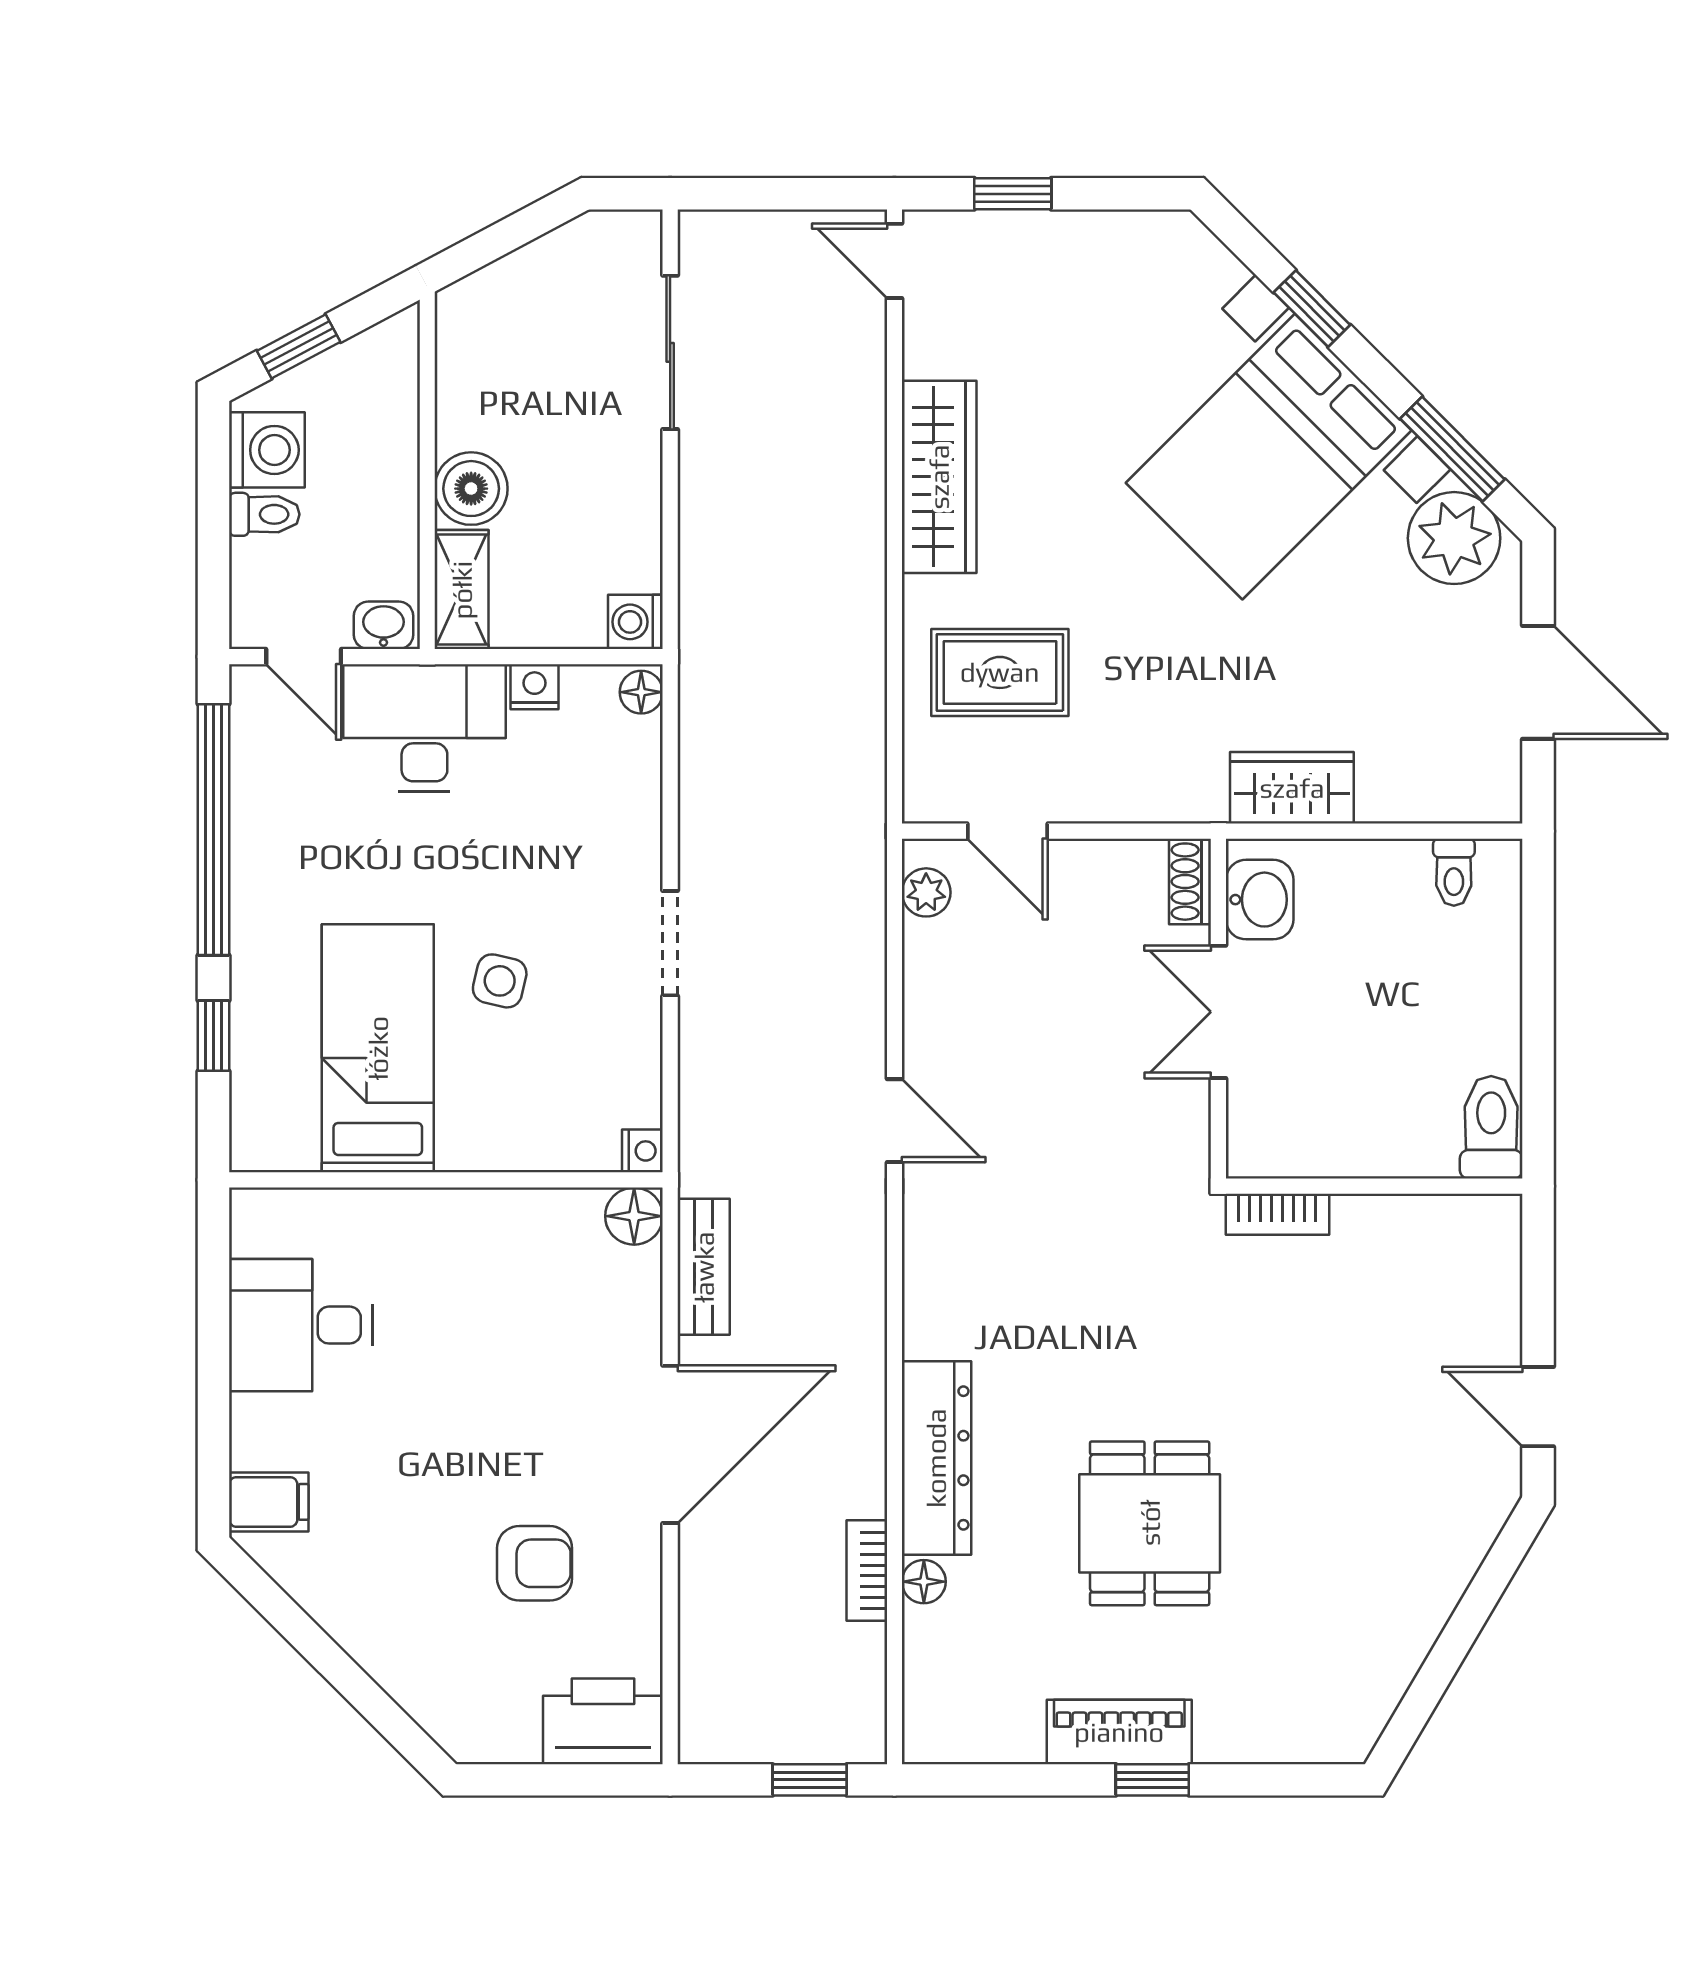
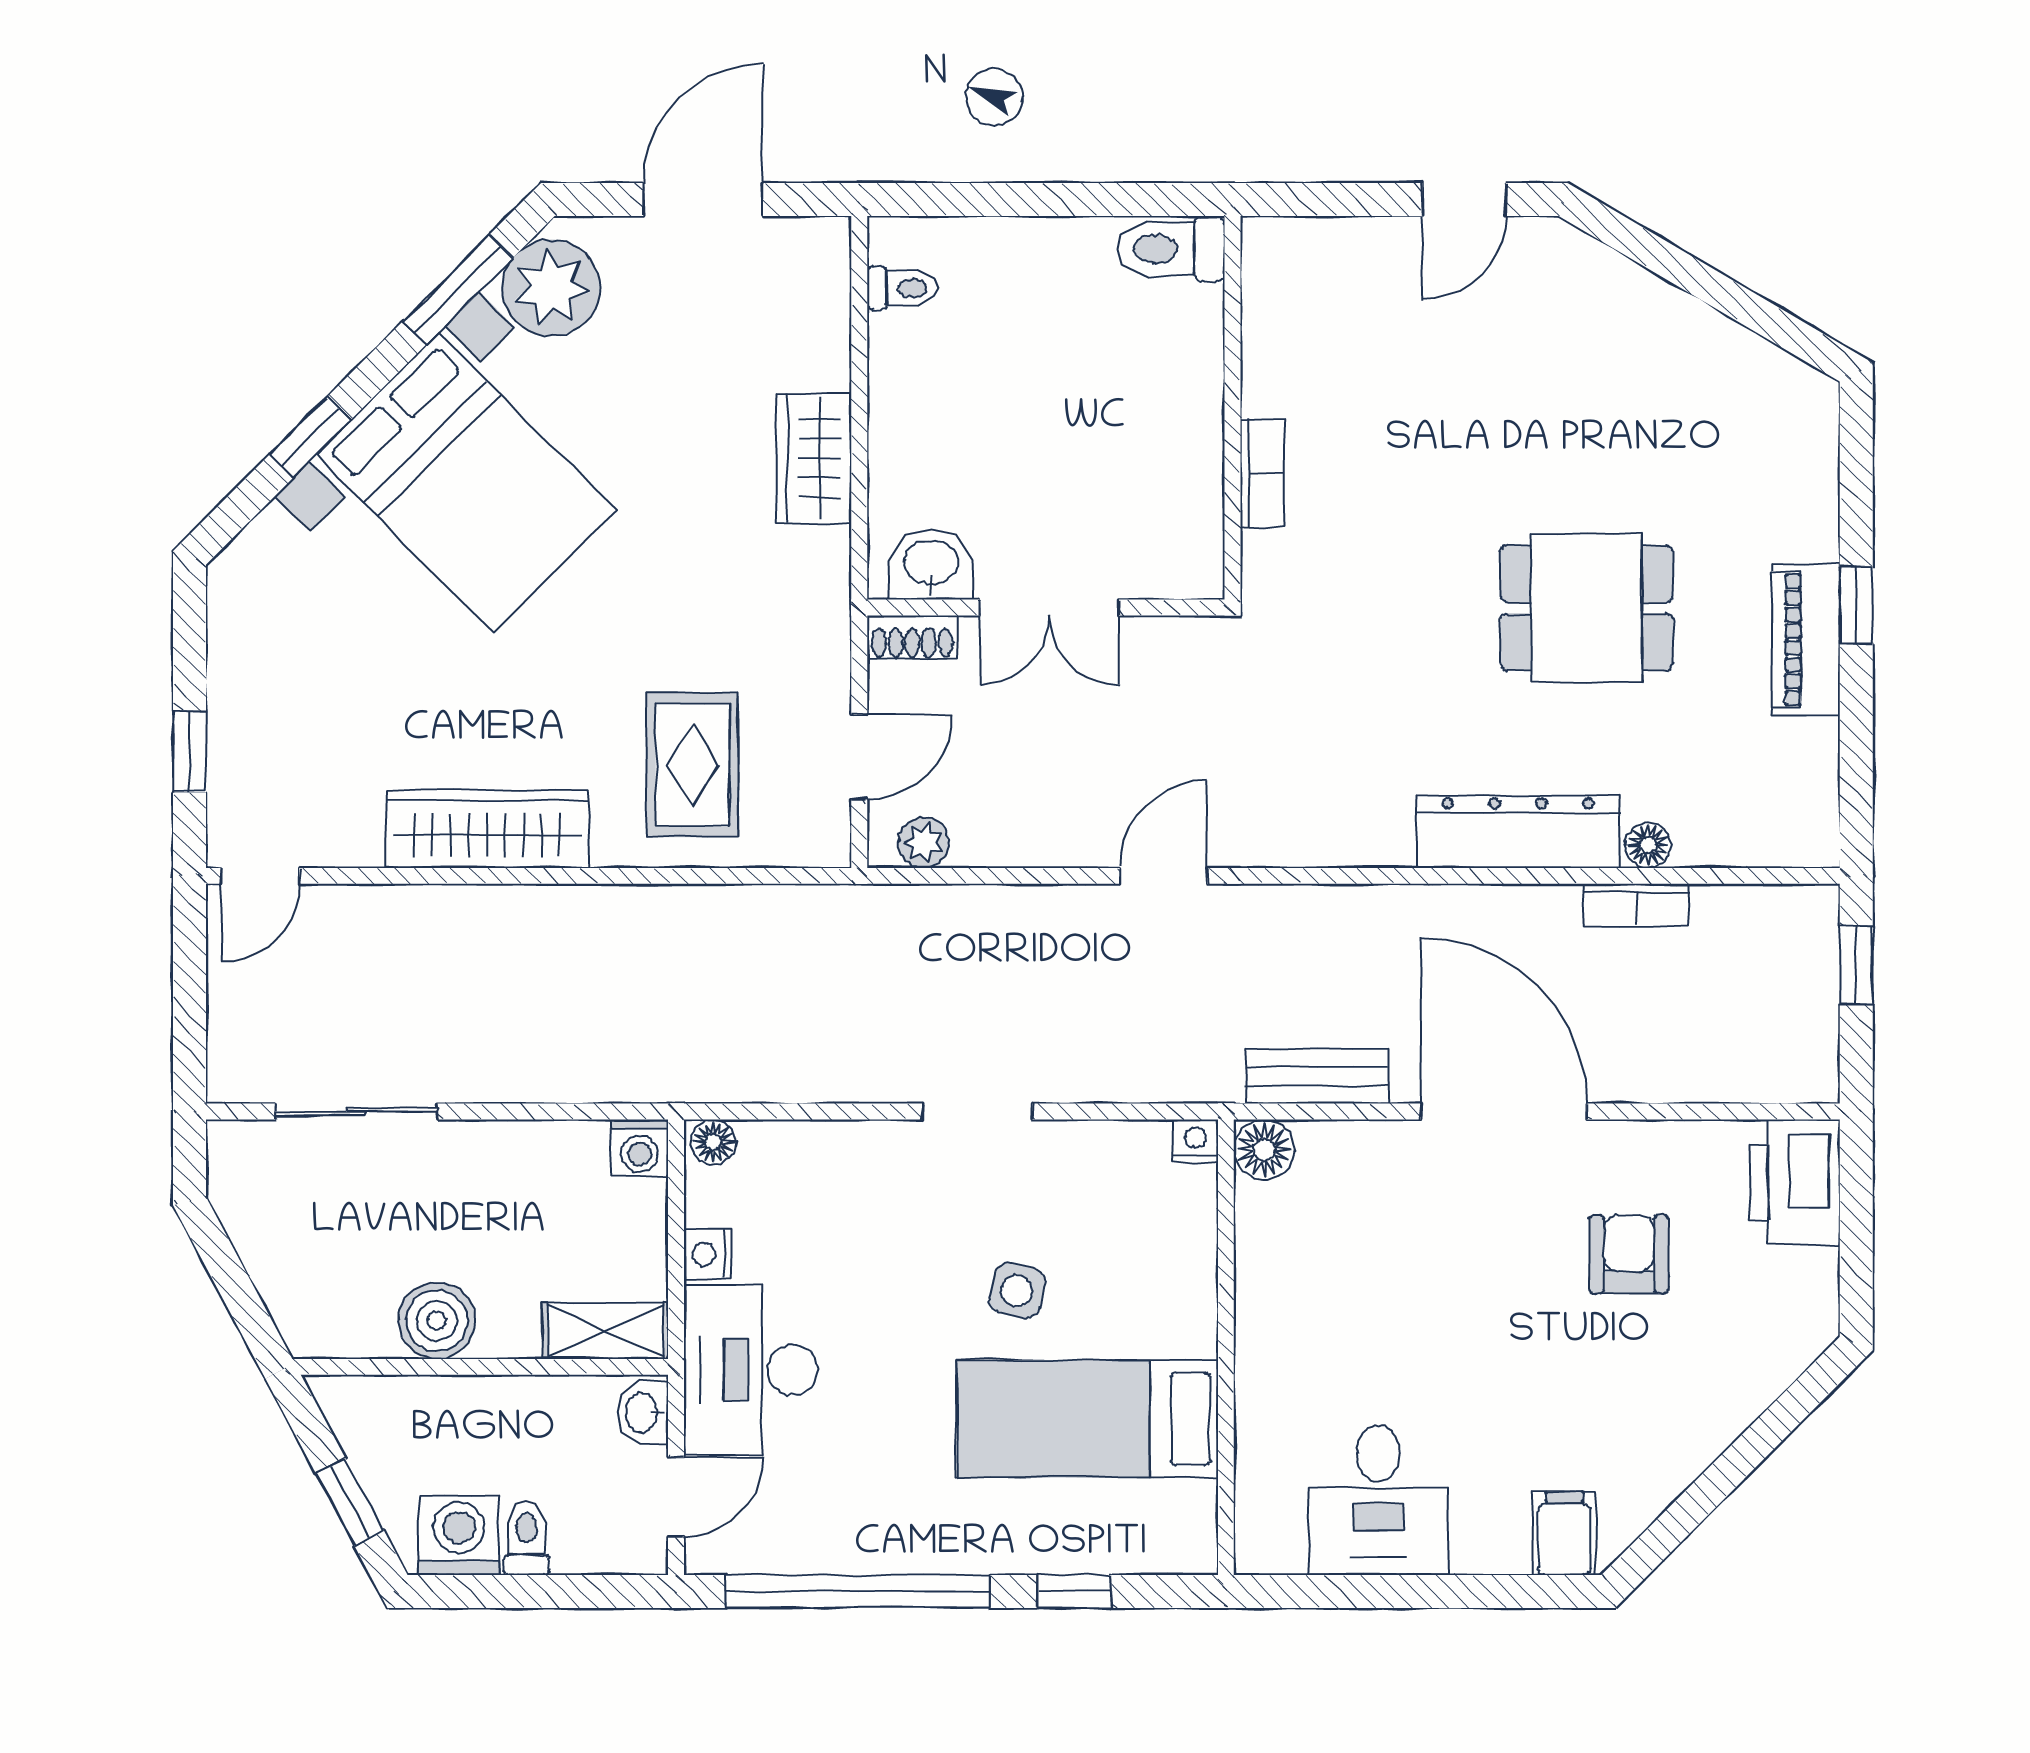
boiler: (471, 489) -> (437, 1321), moved
shoe rack: (1190, 882) -> (912, 637), moved
washbasin: (1260, 900) -> (931, 564), moved
wall: (1218, 1009) -> (1046, 607), moved
double door: (1218, 1012) -> (1049, 607), moved

